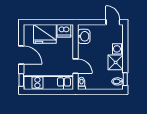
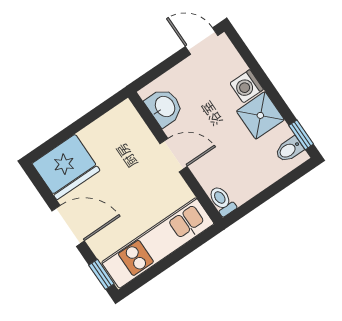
dishwasher: (64, 31) -> (118, 122), removed
fridge: (45, 34) -> (66, 167), moved
door: (75, 66) -> (174, 155), moved

